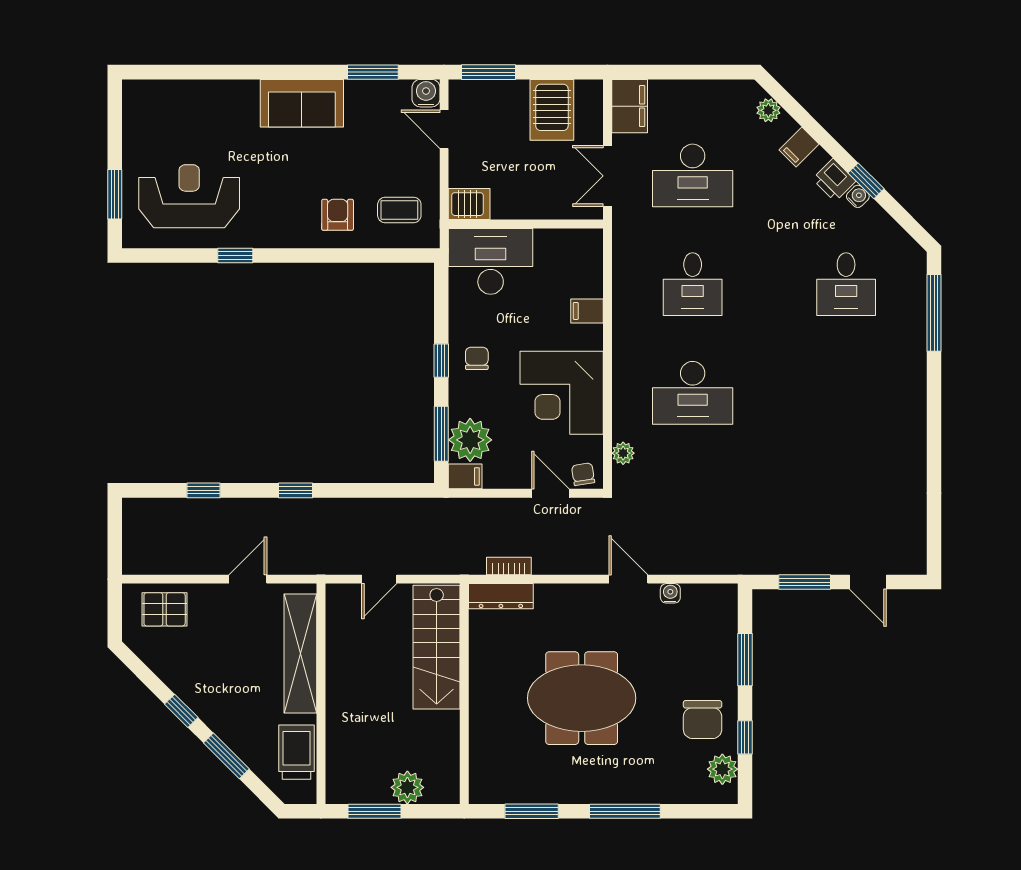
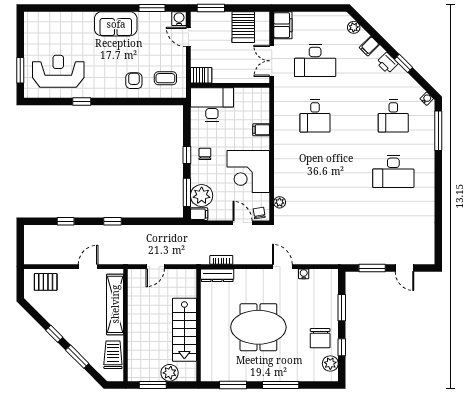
water cooler: (858, 196) -> (427, 99), moved
desk: (693, 393) -> (393, 171), moved
stairs: (437, 647) -> (184, 330), moved

